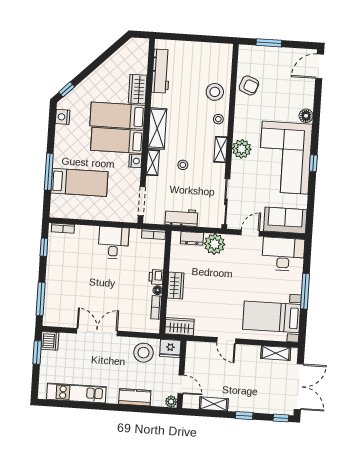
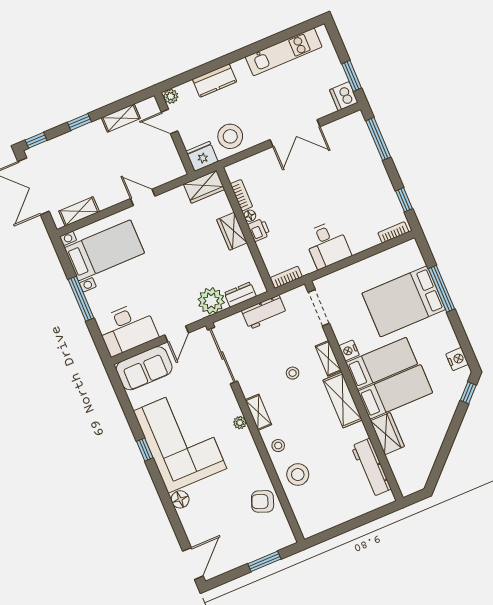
plant: (242, 149) -> (240, 423), width x0.53, depth x0.53
bed: (79, 182) -> (404, 301), width x1.50

